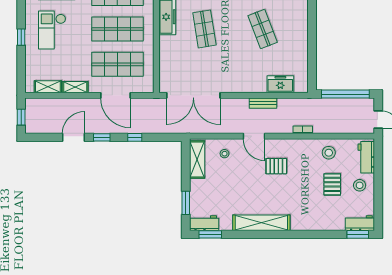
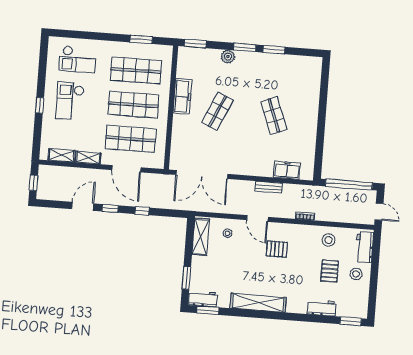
shop shelf: (204, 29) -> (217, 111), turned 33
workbench: (360, 223) -> (322, 308), moved

